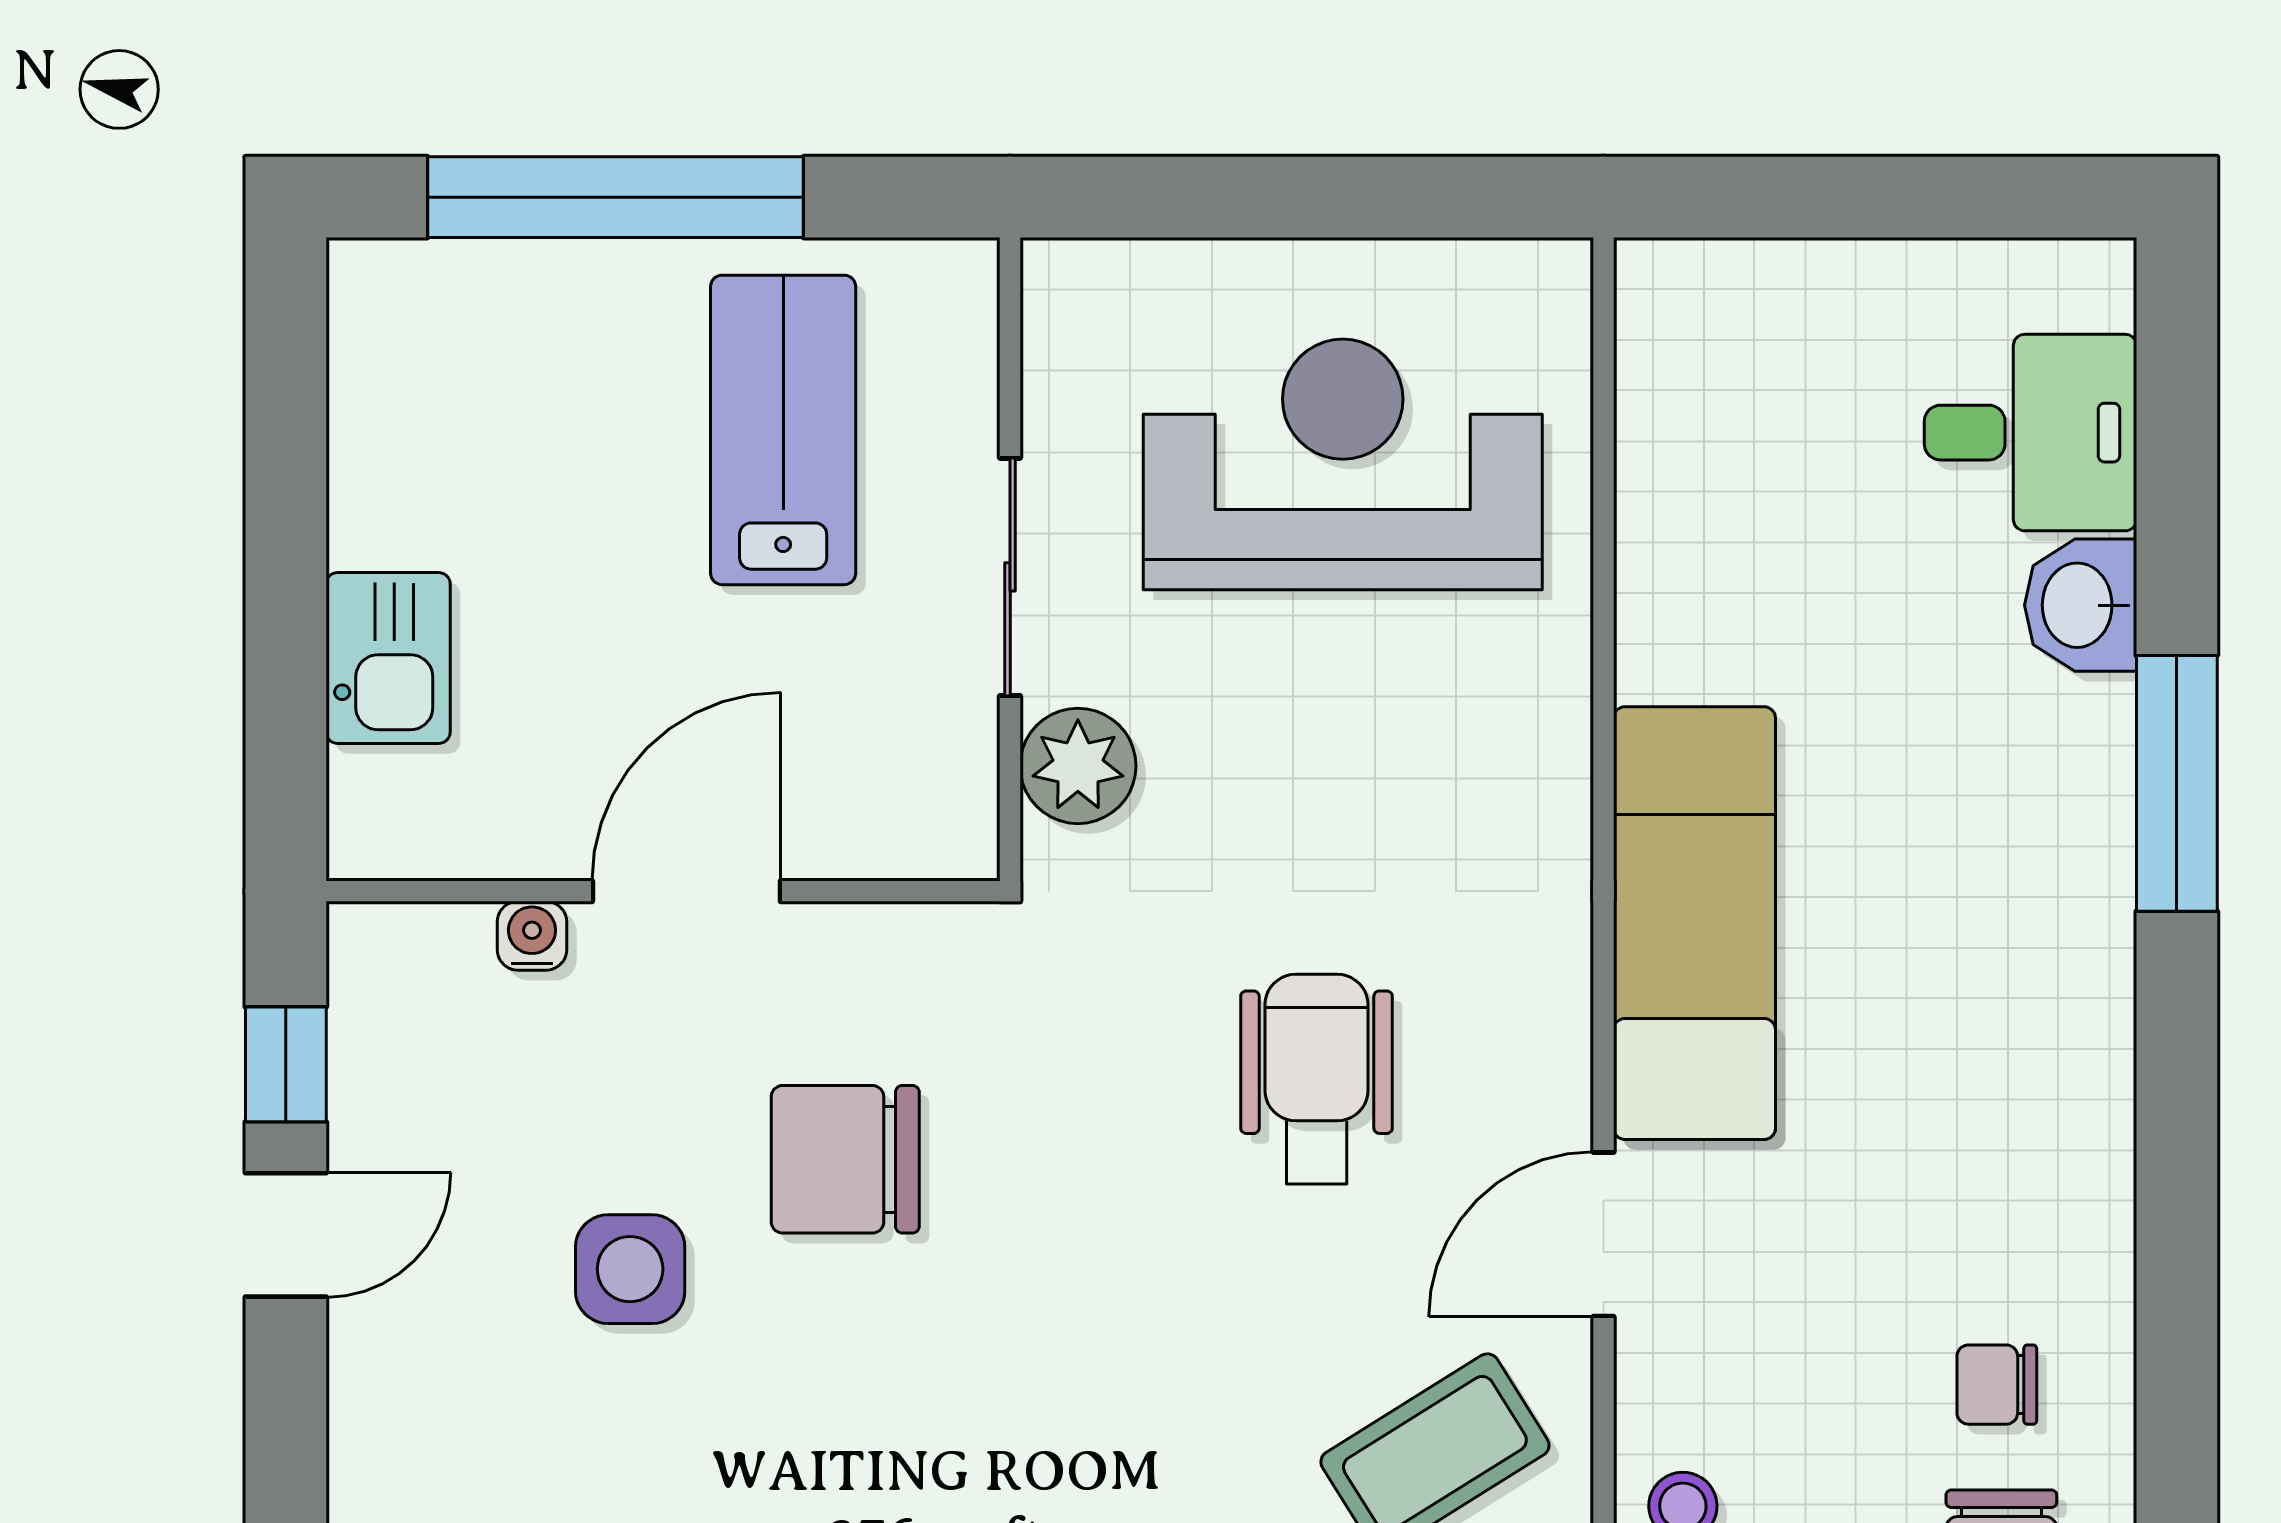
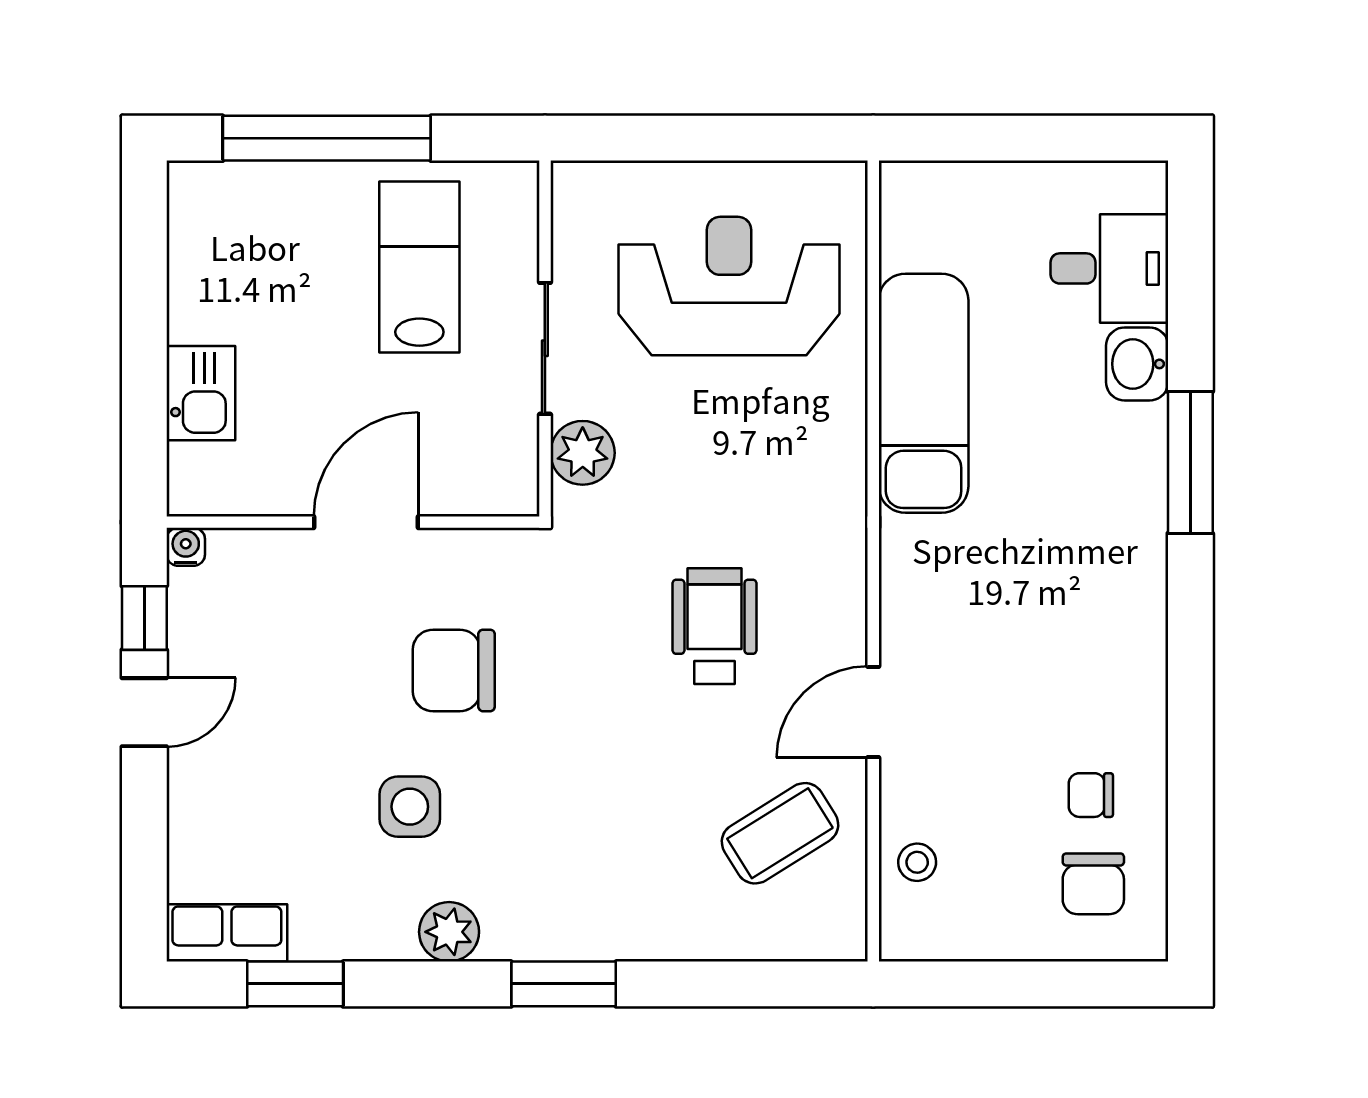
exam couch: (1694, 923) -> (924, 393), moved
water cooler: (532, 936) -> (186, 547), moved
side table: (630, 1269) -> (410, 807), moved

